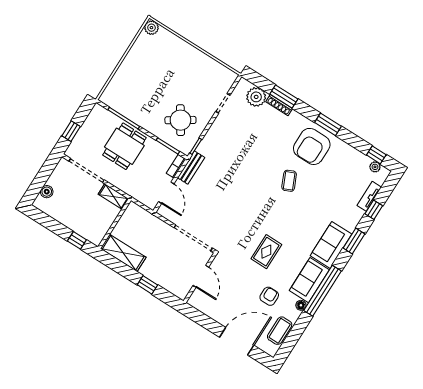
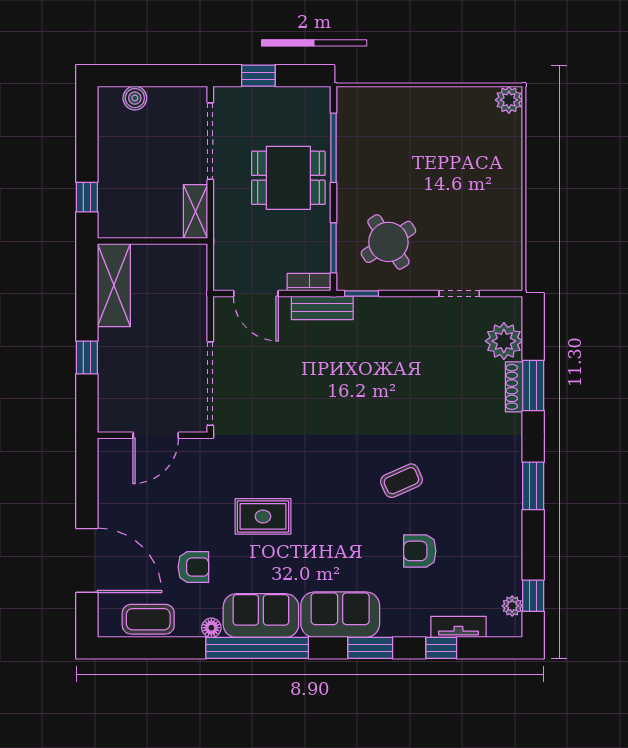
armchair: (312, 146) -> (420, 551), moved, width x0.53, depth x0.53
door: (166, 193) -> (256, 294), hinge flipped

